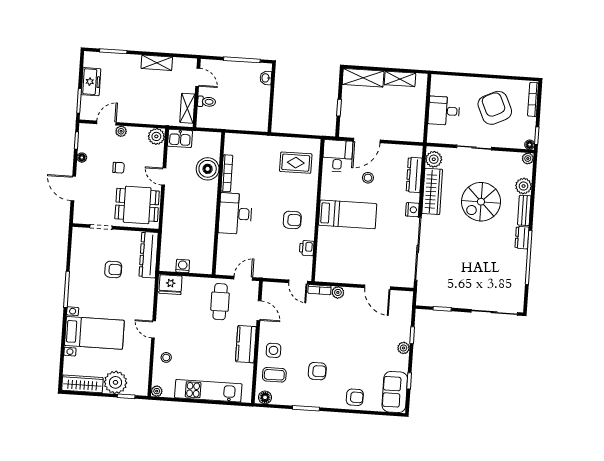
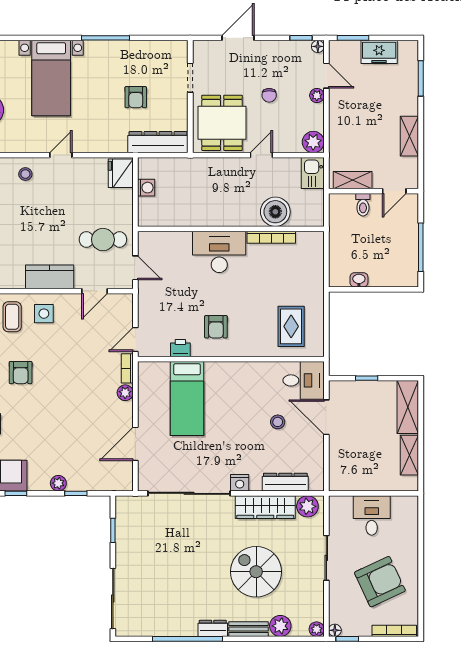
washbasin: (266, 78) -> (359, 280), moved
floor lamp: (82, 158) -> (318, 46), moved
bed: (348, 214) -> (187, 399), moved

